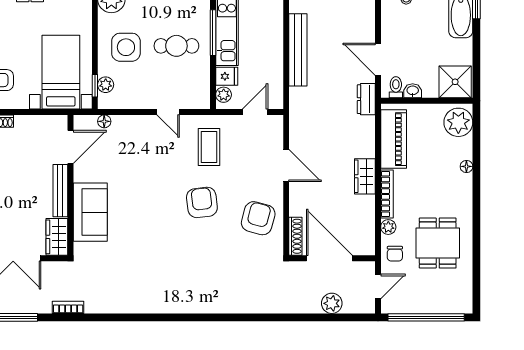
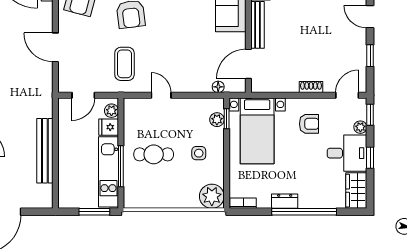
side table: (126, 47) -> (199, 153), width x0.54, depth x0.54

